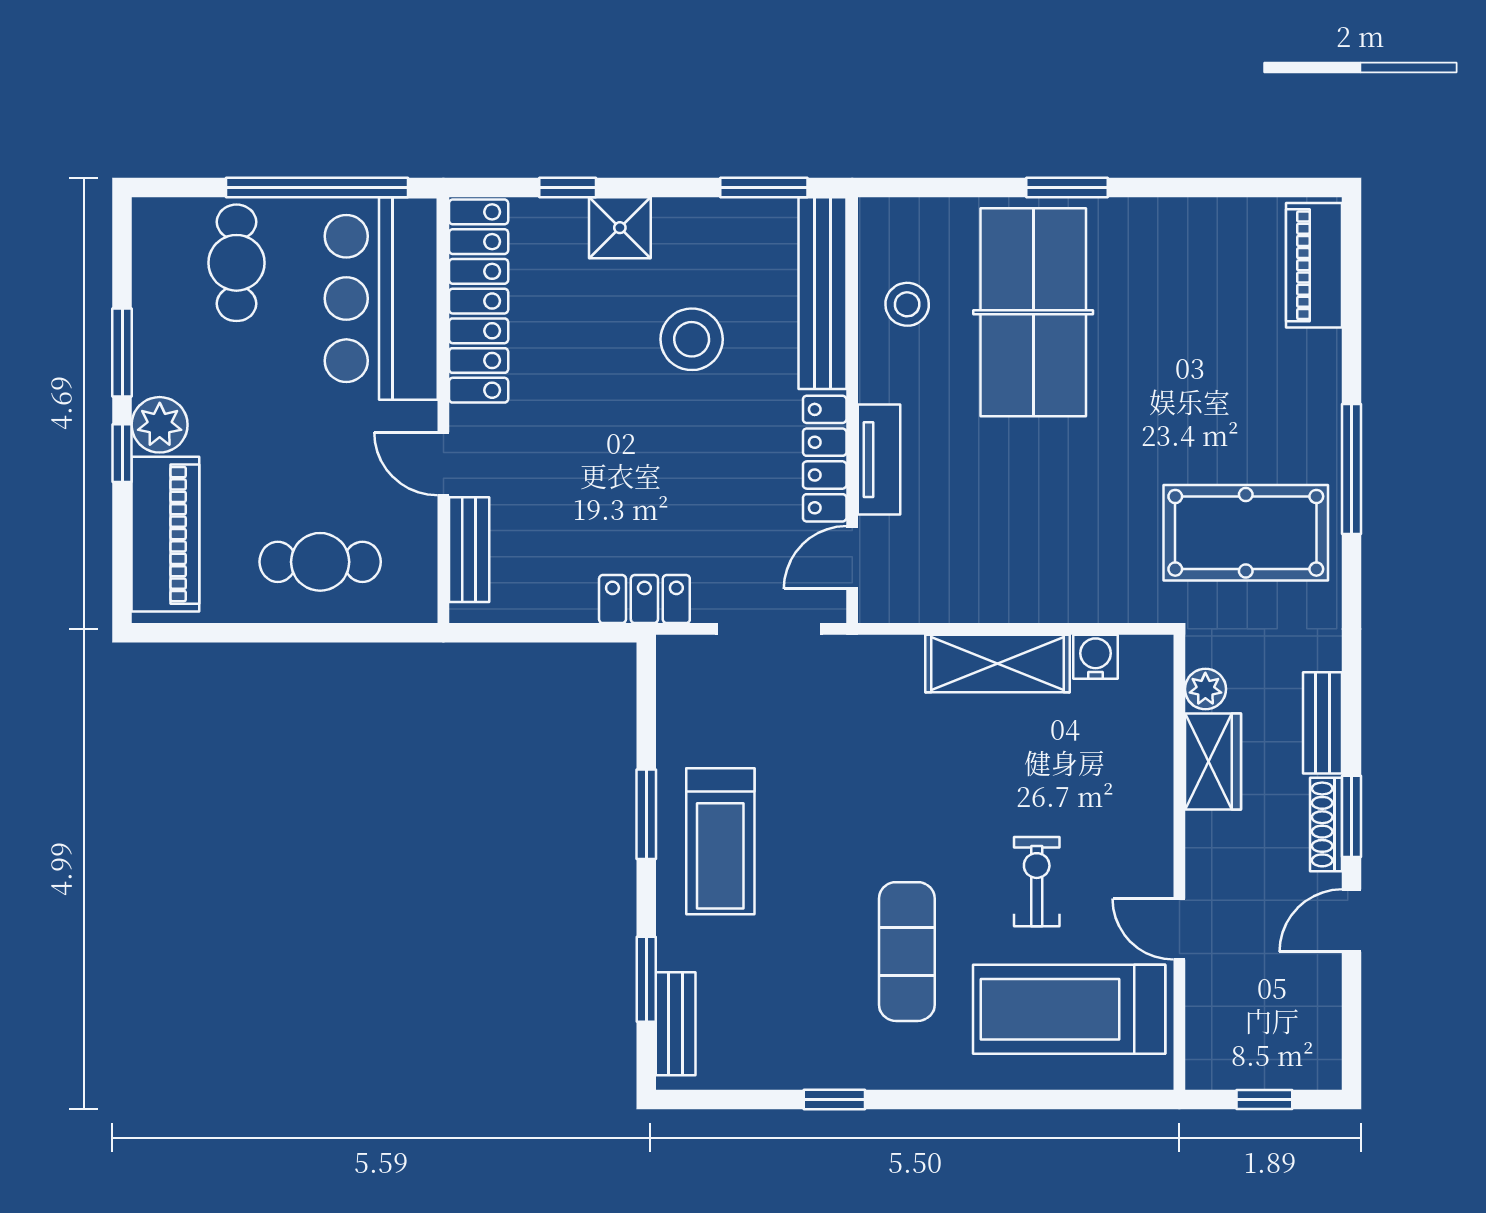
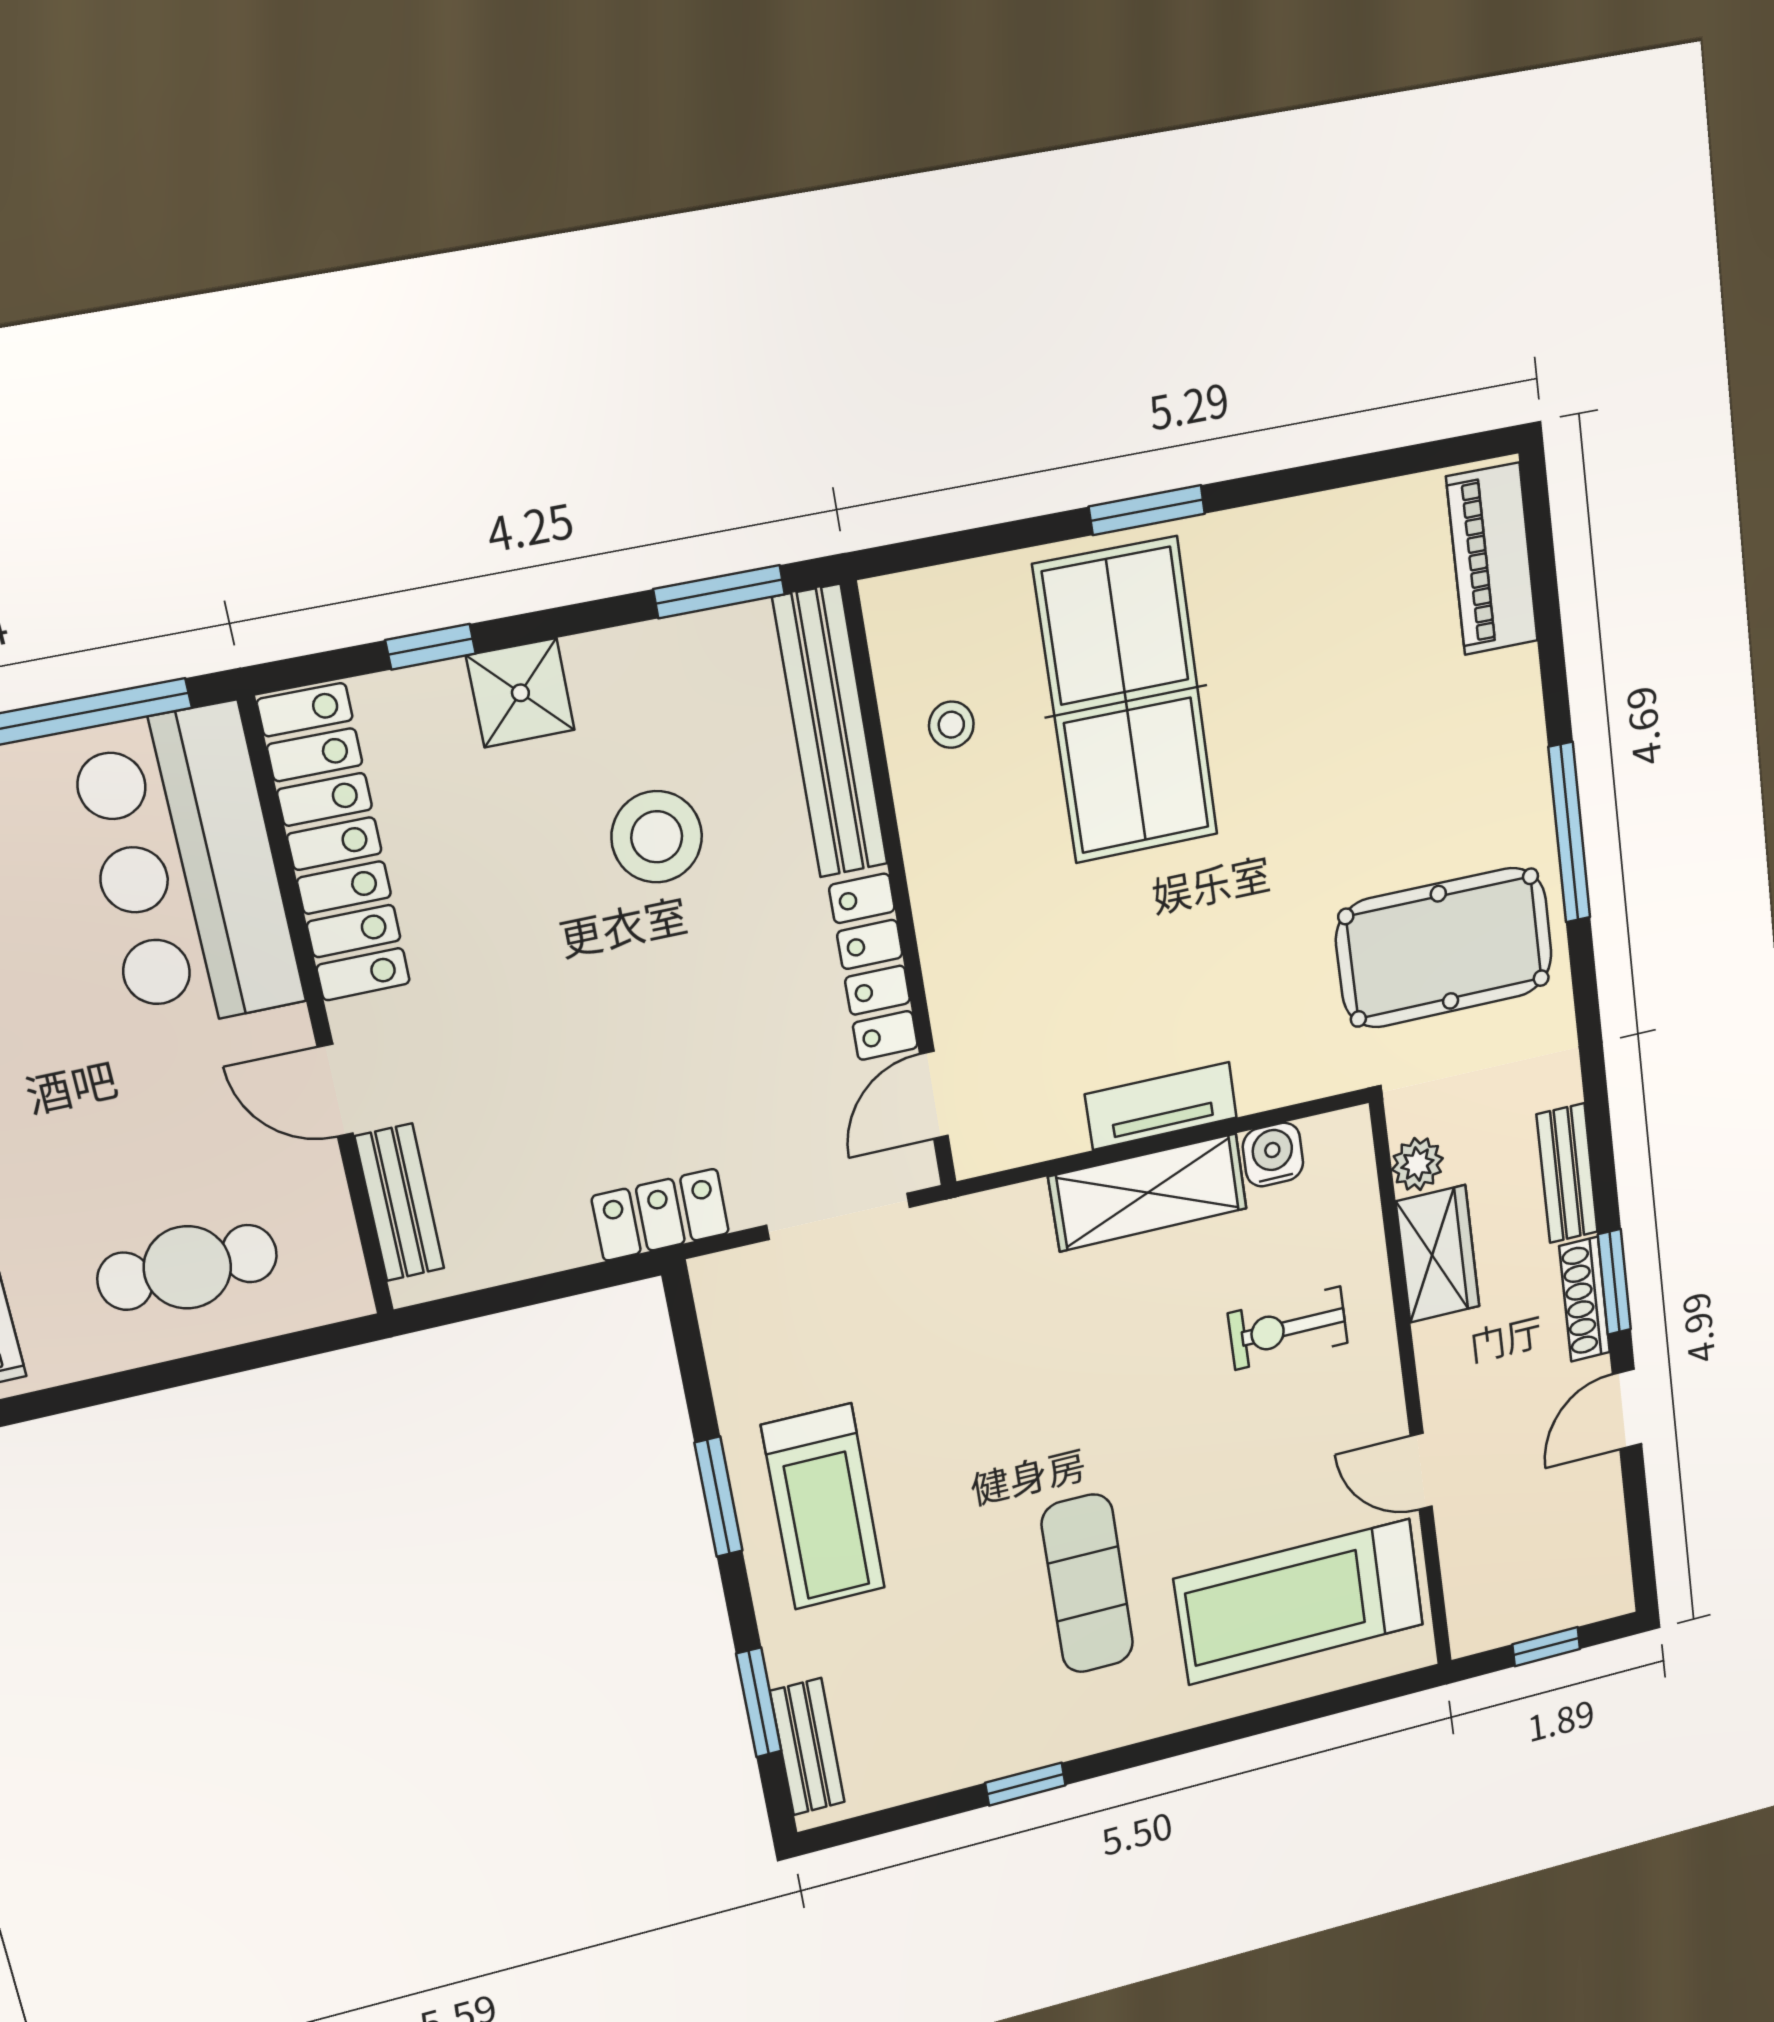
stool: (907, 304) -> (951, 725), width x0.73, depth x0.73
tv unit: (879, 460) -> (1161, 1106), moved, turned -90
exercise bike: (1037, 882) -> (1288, 1328), moved, turned -90

